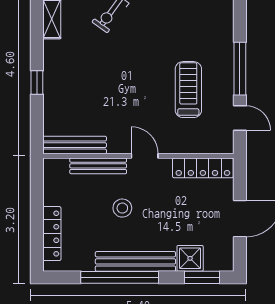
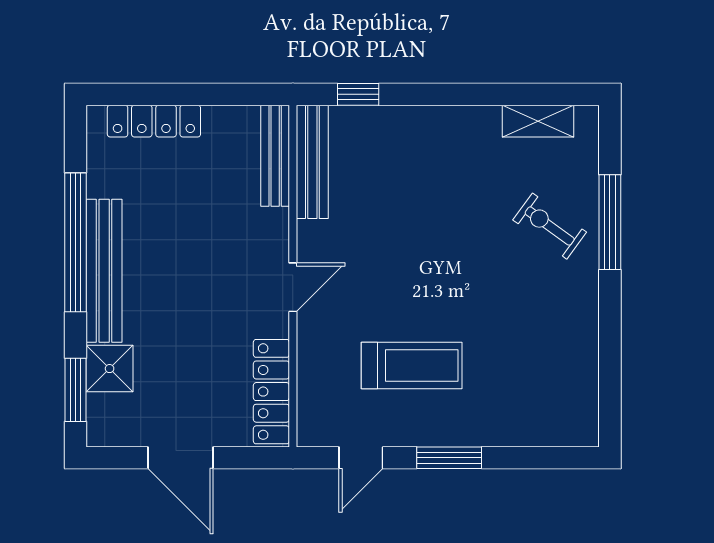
window: (240, 69) -> (449, 458), width x0.69
window: (37, 83) -> (358, 94), moved
bench: (98, 166) -> (275, 156), moved
stool: (122, 208) -> (200, 247), removed

